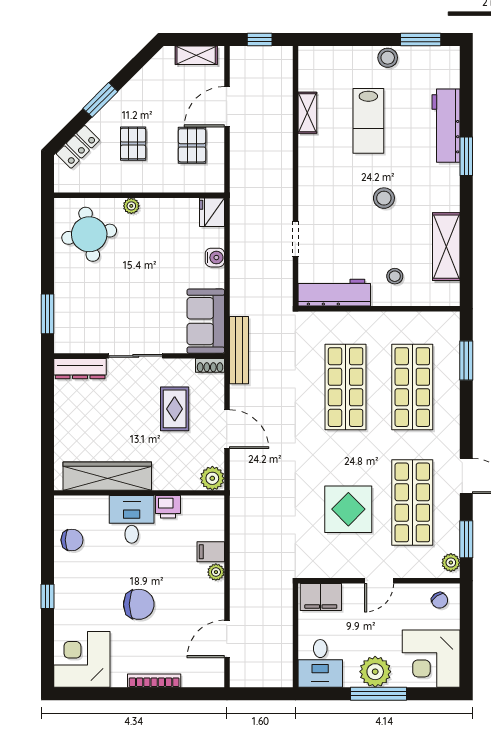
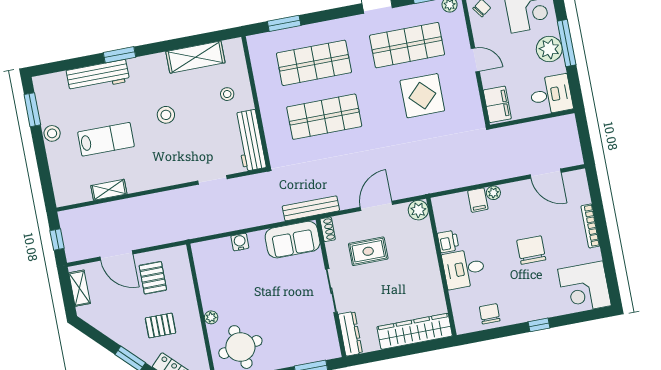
pallet: (192, 145) -> (153, 278), turned 90
fridge: (212, 212) -> (204, 251), removed
wardrobe: (107, 476) -> (415, 331), moved, turned 90

